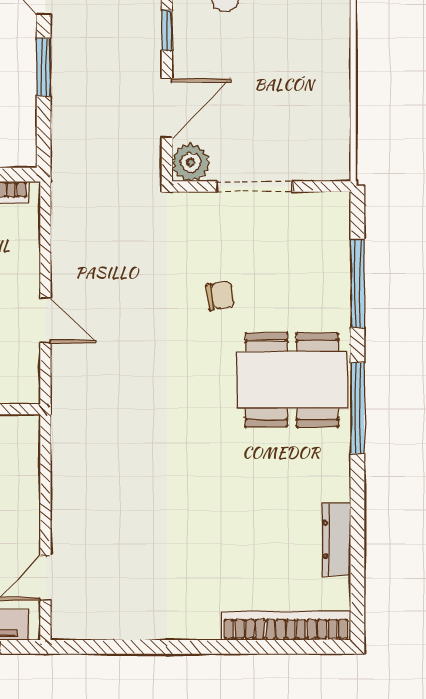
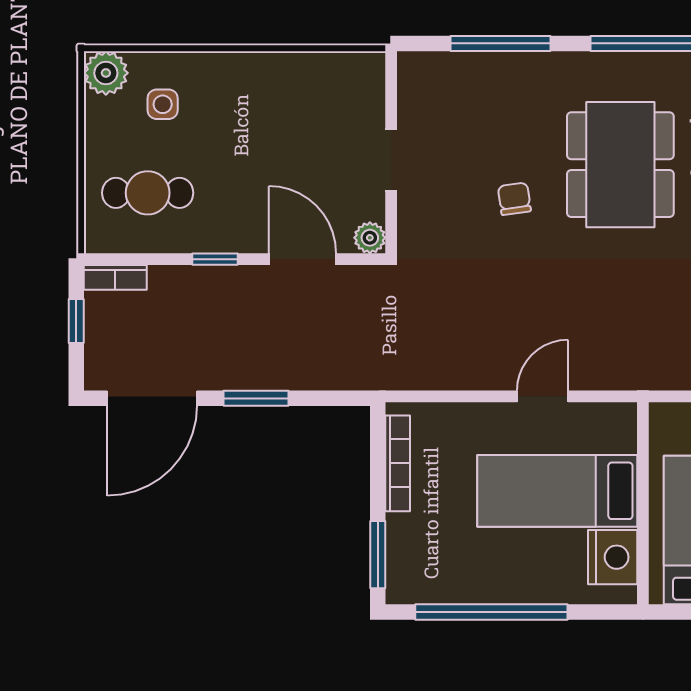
plant: (191, 163) -> (370, 238), width x0.73, depth x0.73
doorway: (254, 187) -> (391, 160), width x0.73
dining table: (292, 380) -> (620, 165), moved

